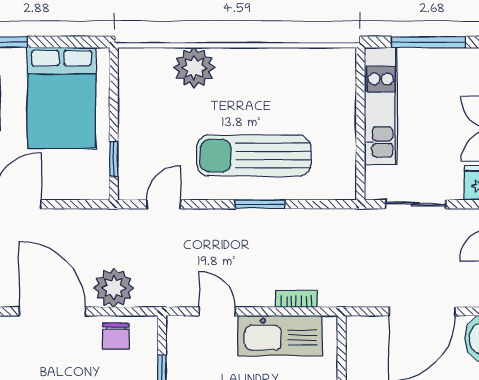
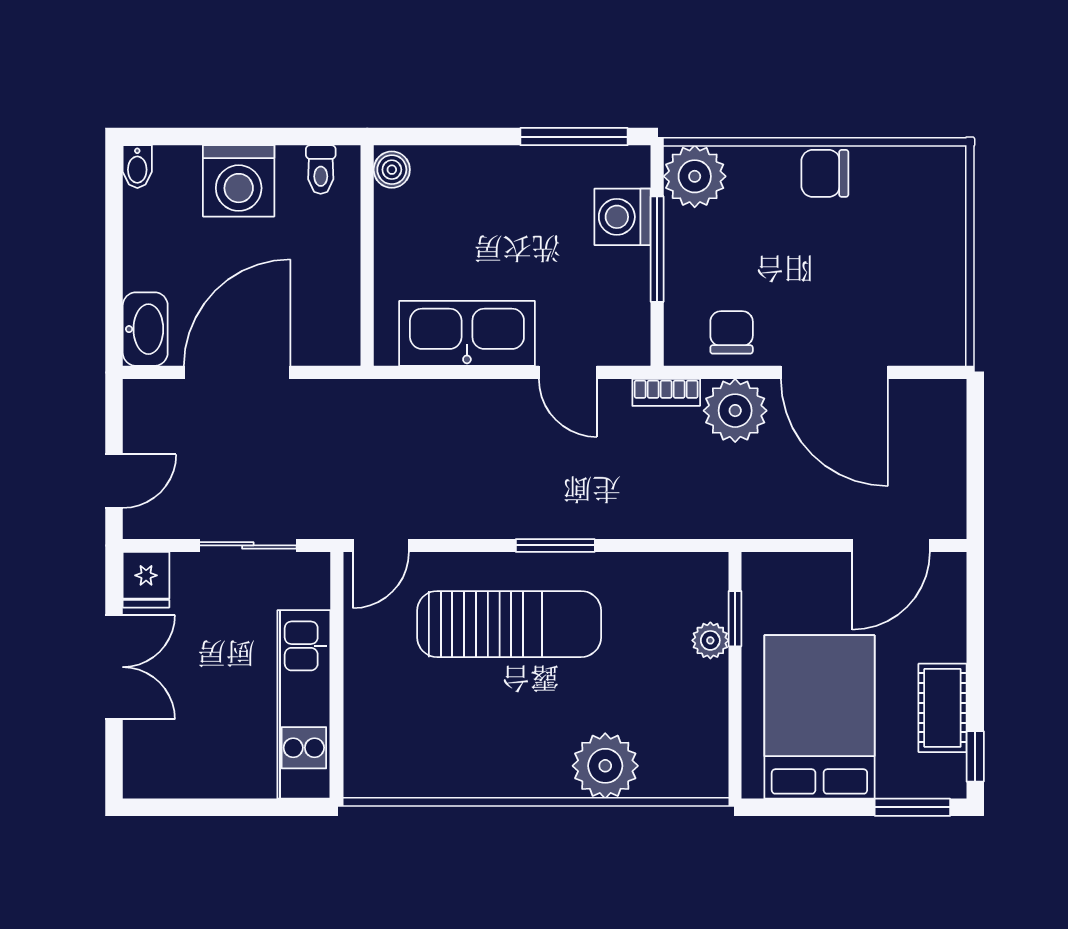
window: (428, 42) -> (227, 807), removed
plant: (129, 145) -> (710, 640), added
door: (164, 204) -> (381, 545), moved
window: (260, 204) -> (555, 545), moved
bookcase: (296, 299) -> (666, 392), moved

